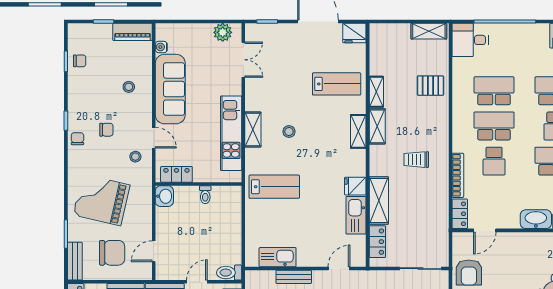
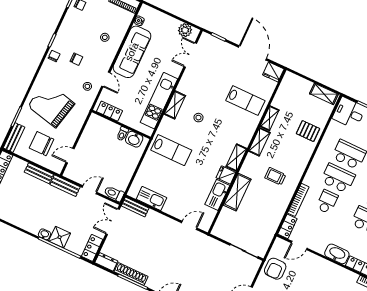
double door: (243, 60) -> (190, 55), swing flipped
shelving: (358, 131) -> (236, 158), moved
school desk: (494, 161) -> (327, 202), turned 180
washbasin: (164, 196) -> (134, 139), moved, turned 90
locker: (377, 242) -> (223, 219), removed
chair: (112, 253) -> (42, 144), turned 180
bench: (294, 277) -> (135, 207), moved

